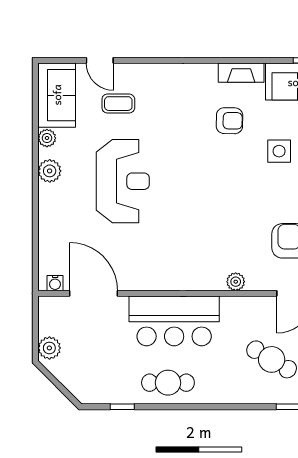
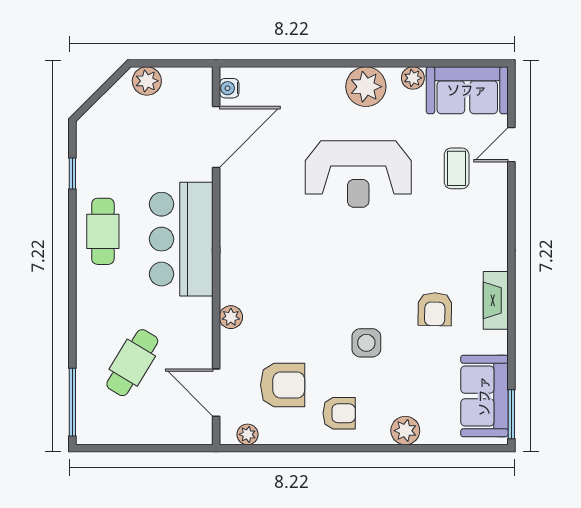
fireplace: (241, 73) -> (496, 300), moved
side table: (279, 151) -> (366, 343), moved
plant: (50, 171) -> (366, 87), width x1.36, depth x1.36

